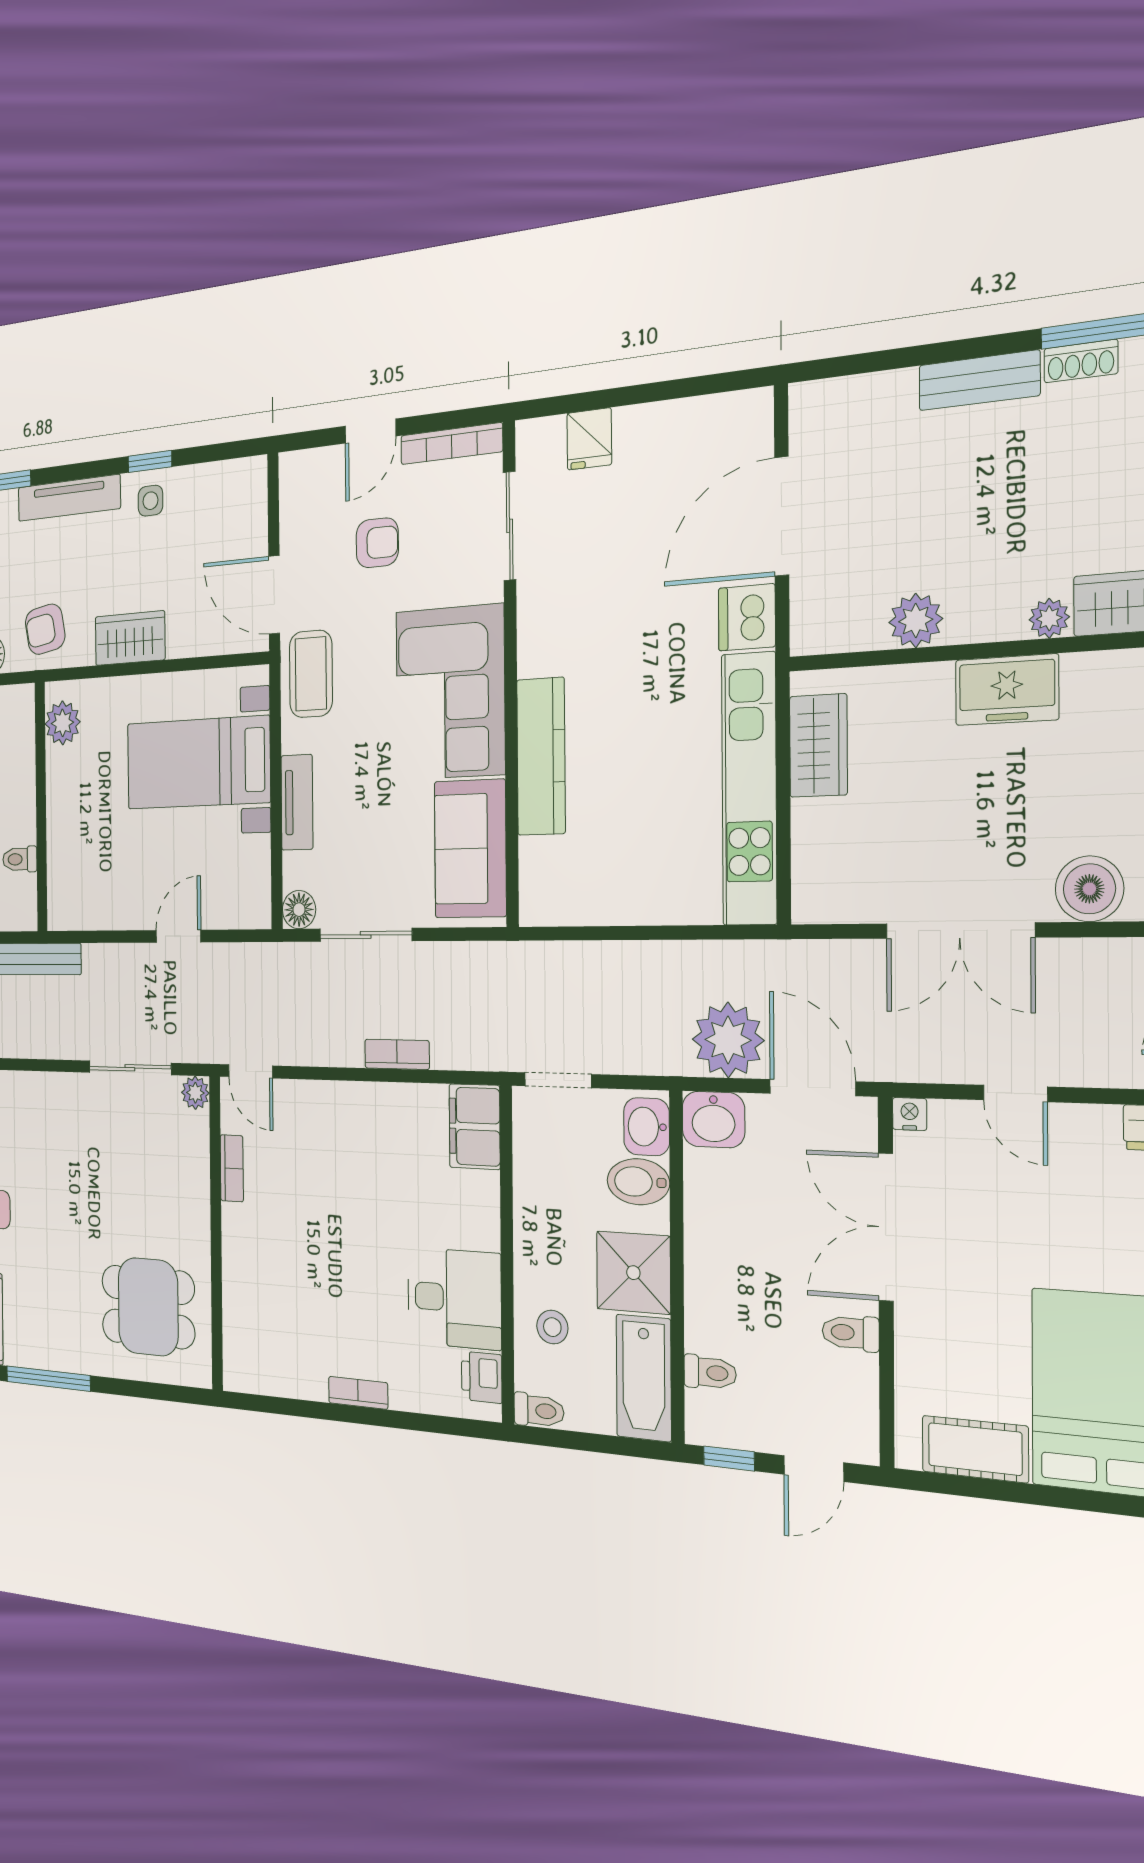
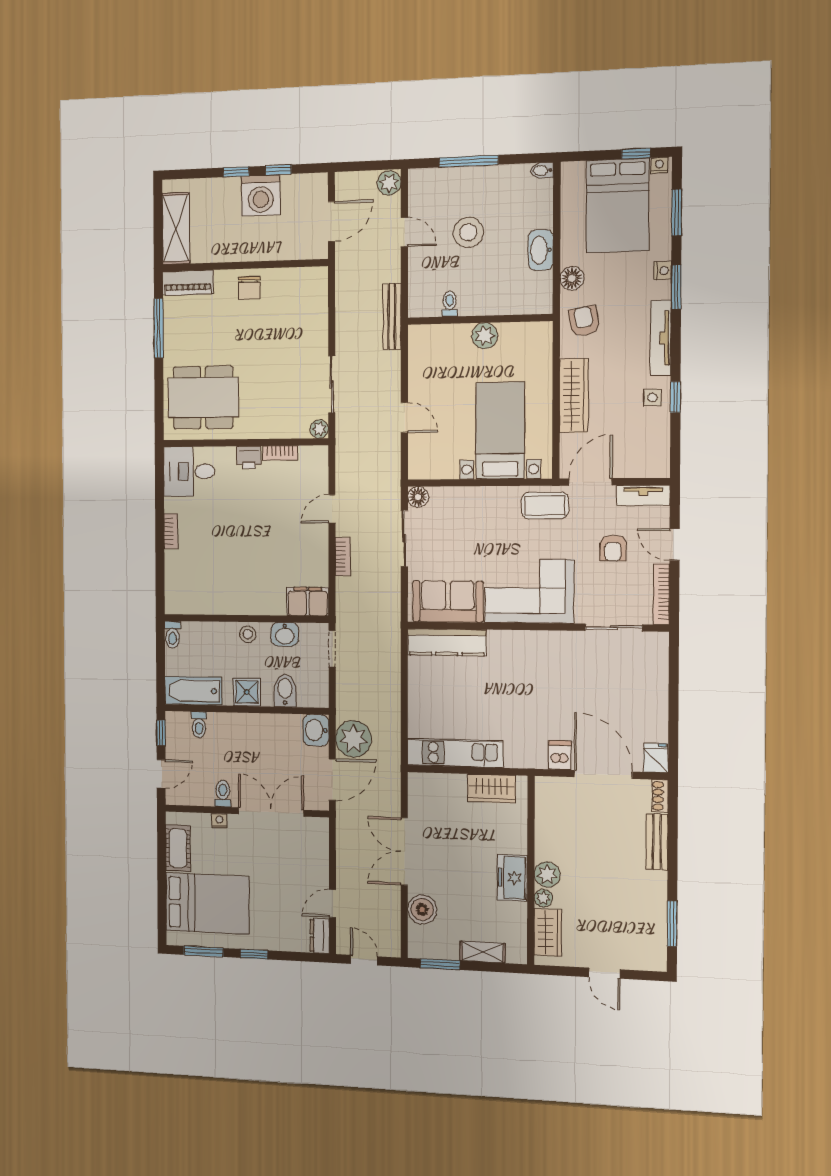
shoe rack: (1081, 361) -> (660, 796), moved
bench: (979, 380) -> (657, 842), moved
fridge: (589, 439) -> (656, 758), moved, turned 90
dishwasher: (747, 617) -> (560, 755), width x0.73
plant: (916, 620) -> (547, 875), moved
wardrobe: (130, 638) -> (574, 396), width x1.50
plant: (63, 723) -> (485, 336), moved
kitchen counter: (541, 756) -> (447, 642), moved
kitchen unit: (749, 789) -> (455, 753), width x0.73
tv unit: (297, 802) -> (643, 495), moved
door: (251, 1071) -> (332, 509), moved
door: (1015, 1093) -> (333, 903), moved
nightstand: (910, 1114) -> (220, 821), moved, turned -90
washbasin: (647, 1127) -> (285, 634), moved, turned 180
shower: (633, 1273) -> (247, 692), width x0.73, depth x0.73
desk: (454, 1298) -> (189, 471), moved, turned 90
dining table: (148, 1307) -> (203, 397), width x1.38
stool: (552, 1327) -> (248, 634), moved
printer: (482, 1377) -> (249, 458), moved, turned 180
door: (814, 1468) -> (161, 774), swing flipped

